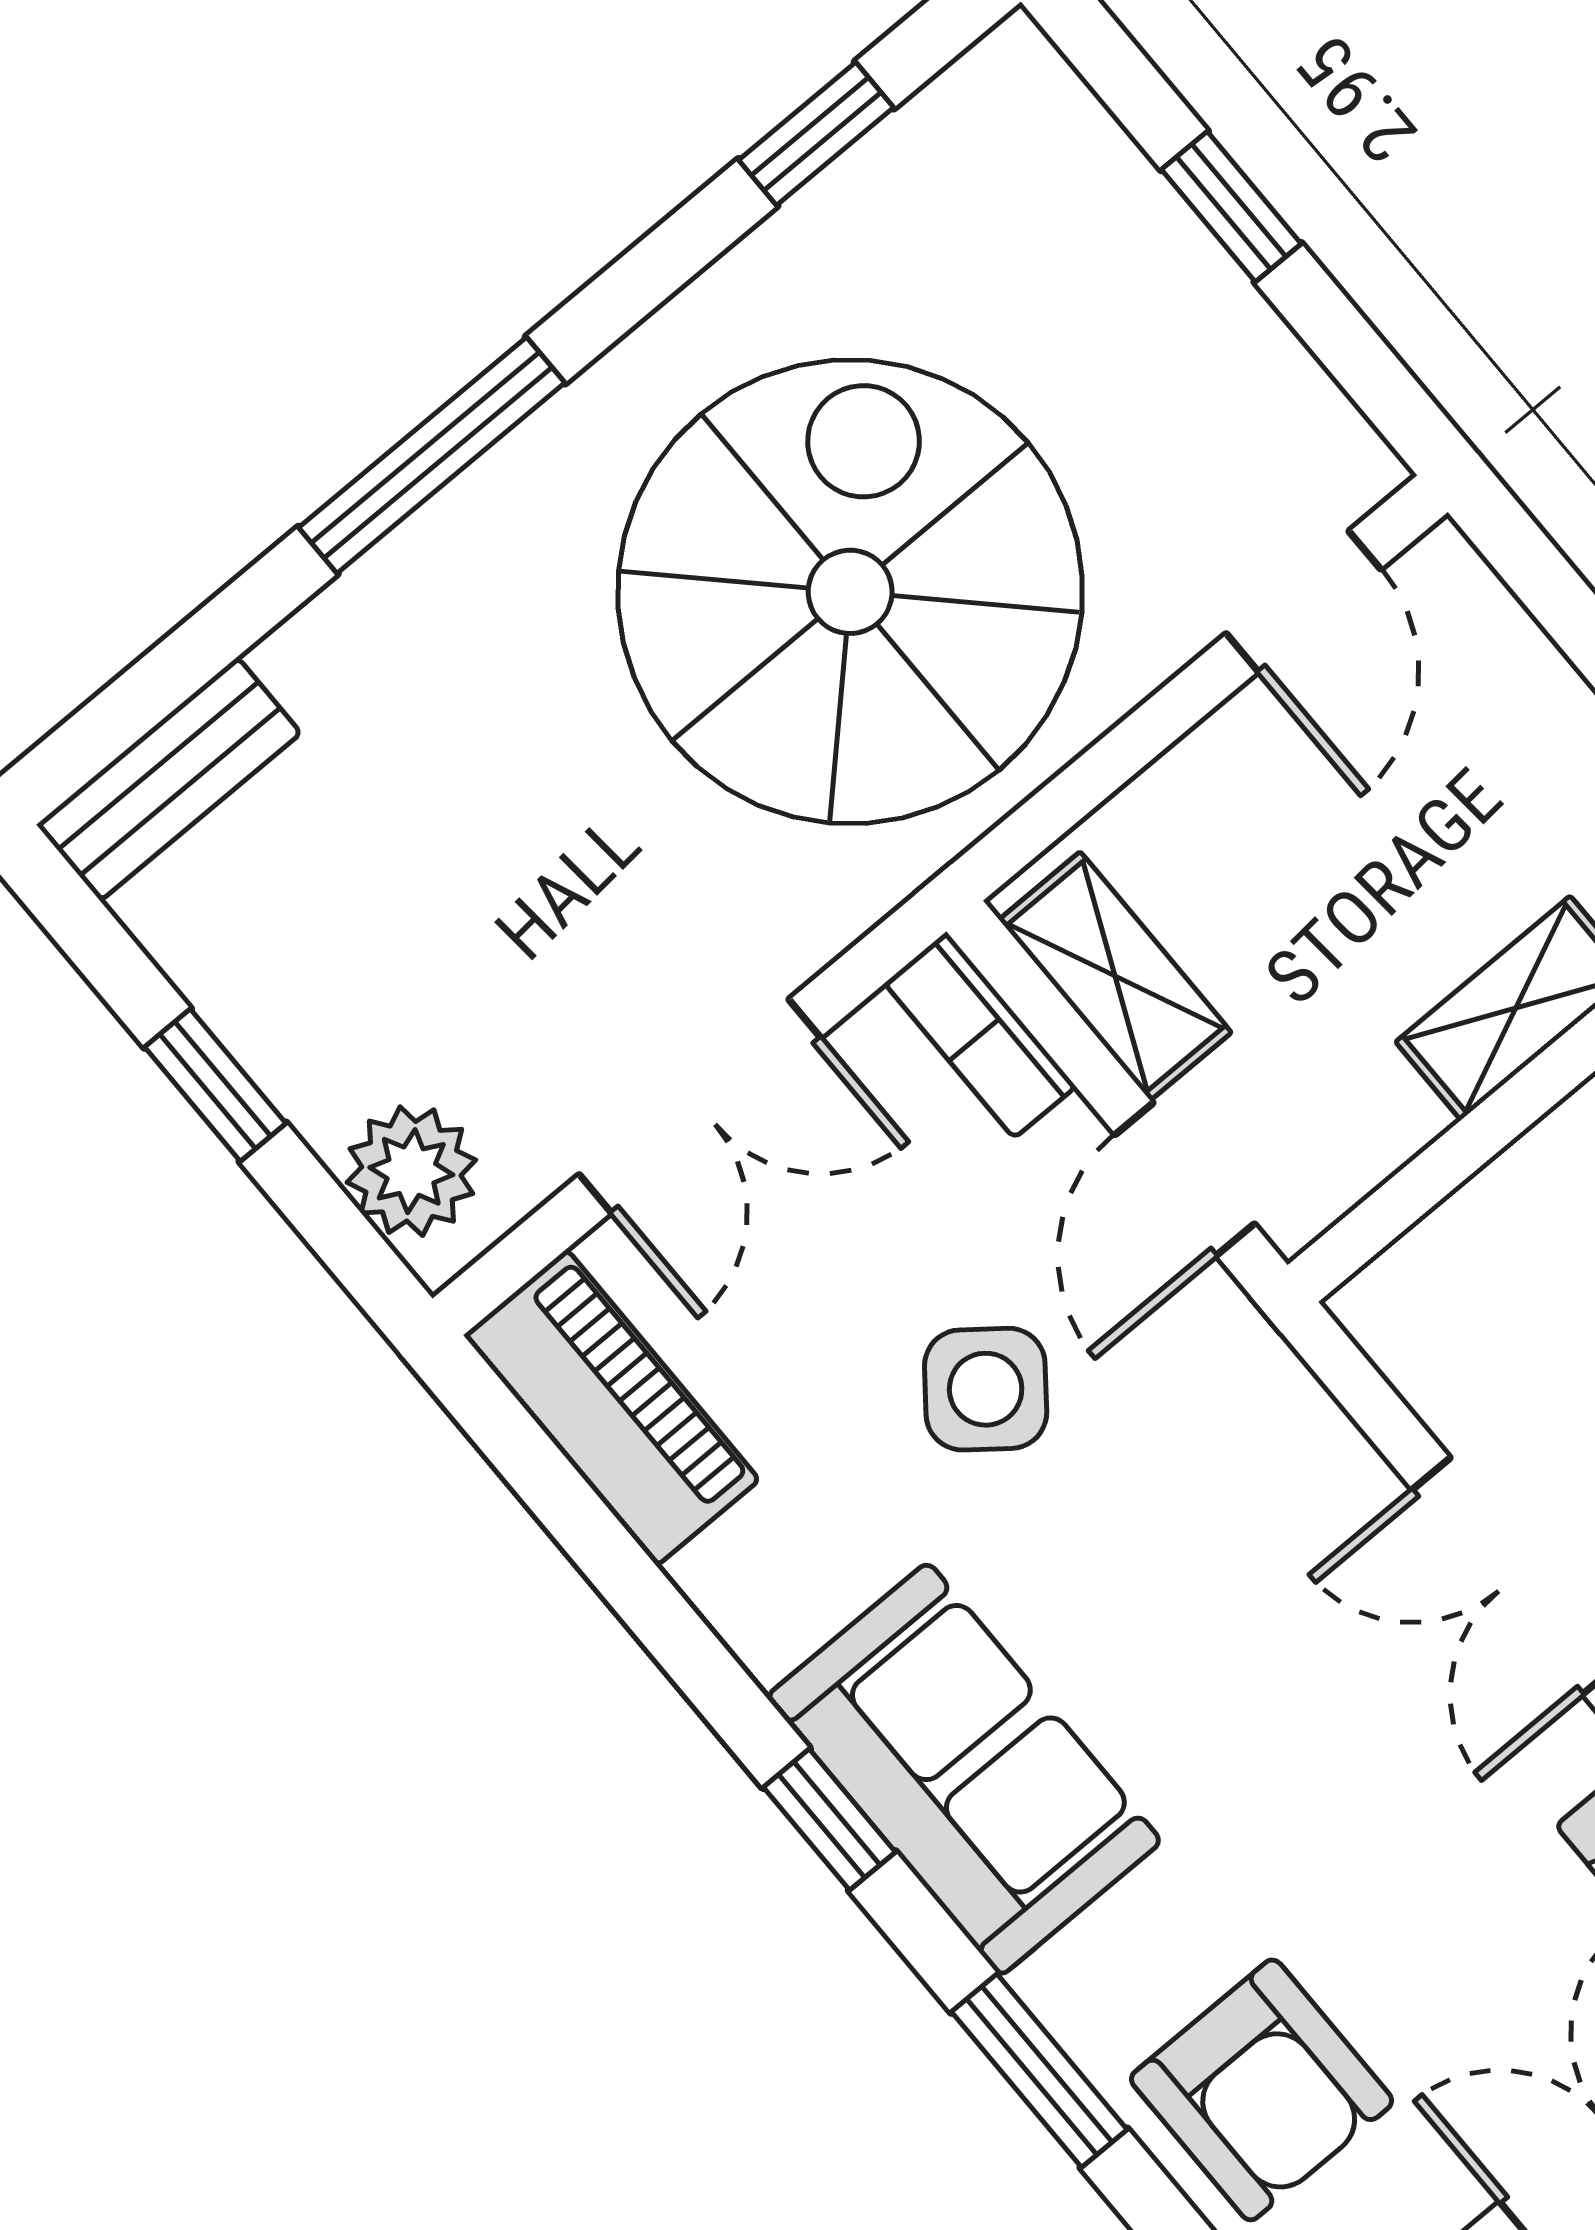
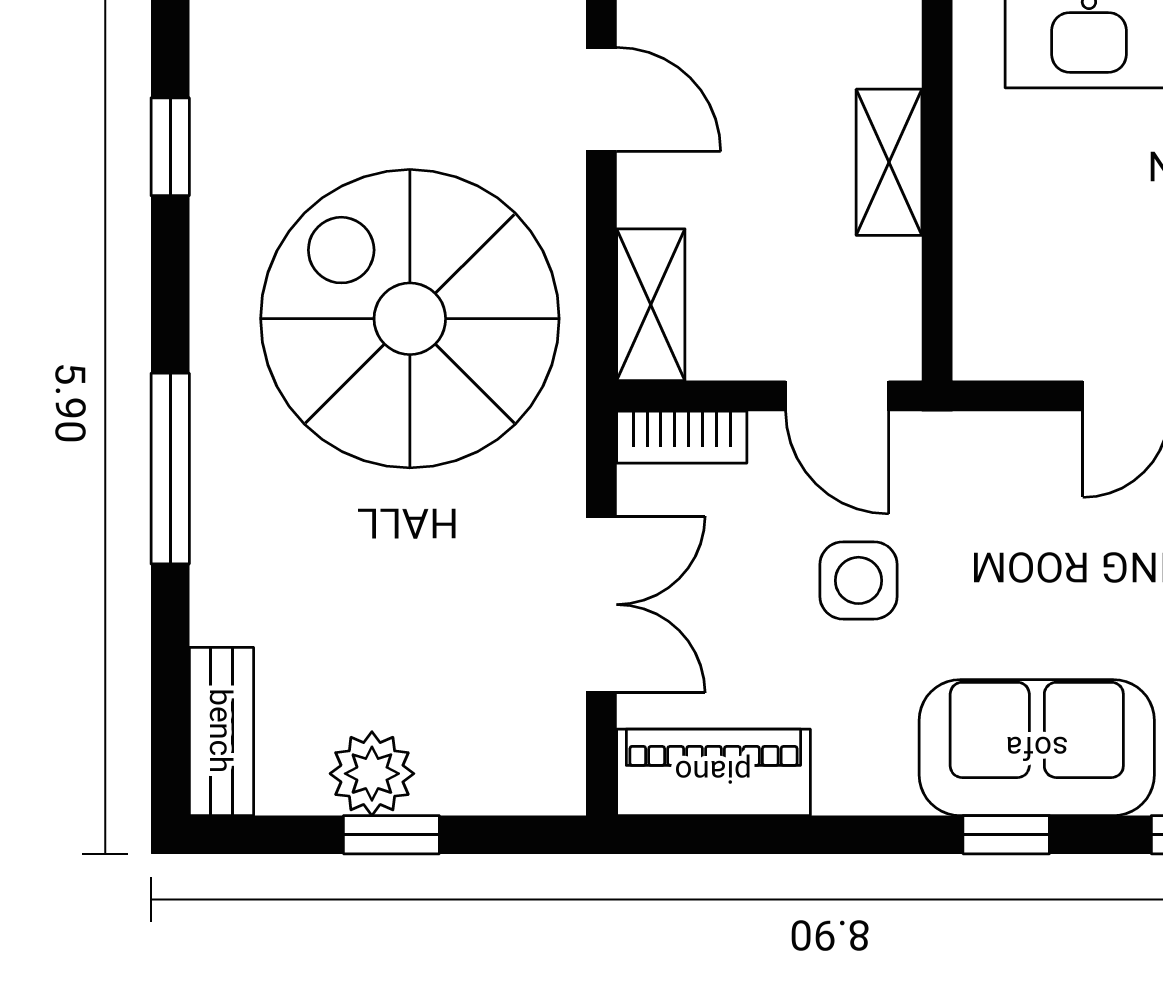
shelving: (1115, 976) -> (651, 305), moved, turned 90
plant: (411, 1171) -> (372, 774), moved
side table: (986, 1389) -> (858, 580), turned -38

